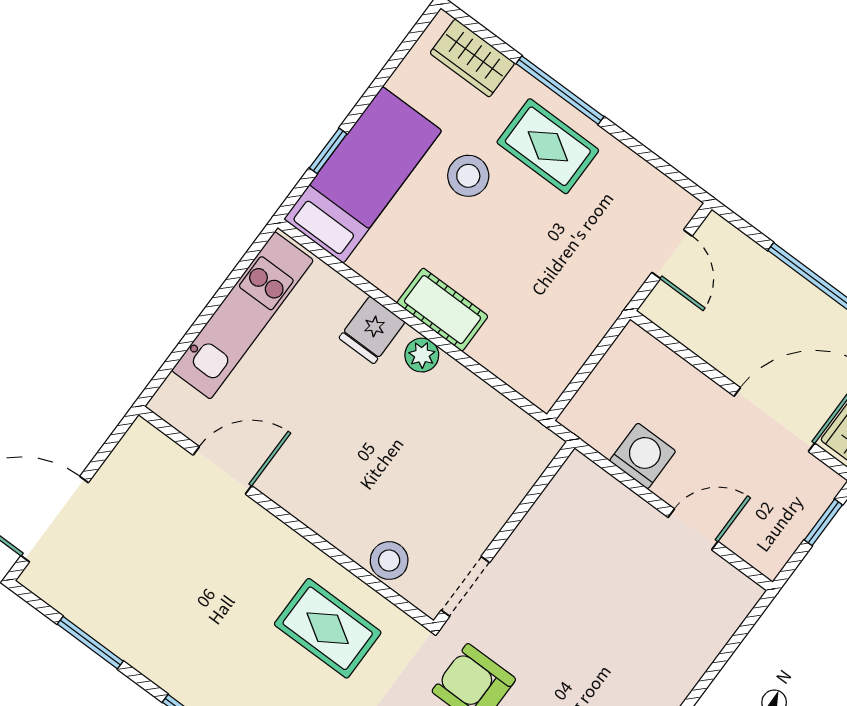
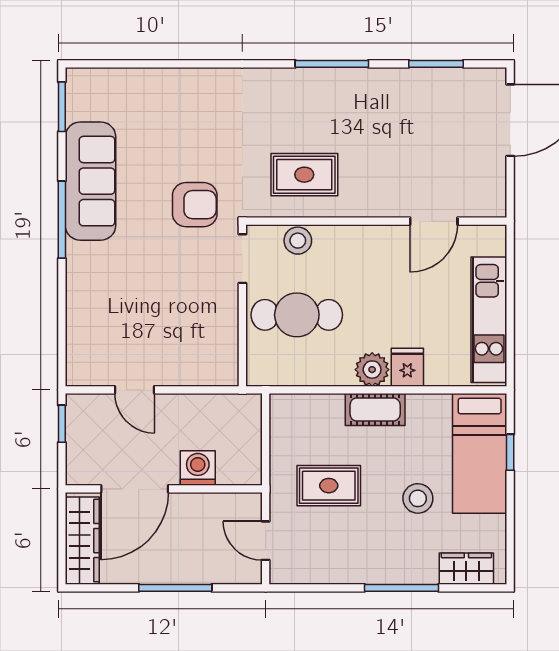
rug: (548, 146) -> (329, 486), moved
plant: (422, 355) -> (372, 370), width x1.38, depth x1.38
washing machine: (643, 456) -> (198, 468), moved, turned 180
cafe table: (451, 479) -> (297, 315), added
window: (823, 522) -> (62, 424), moved
door: (693, 529) -> (135, 390), hinge flipped

